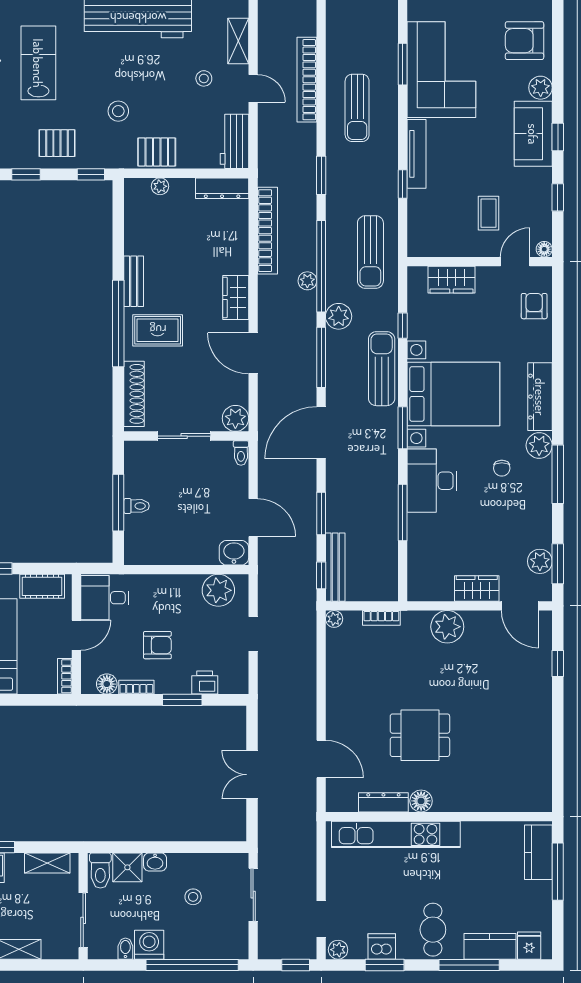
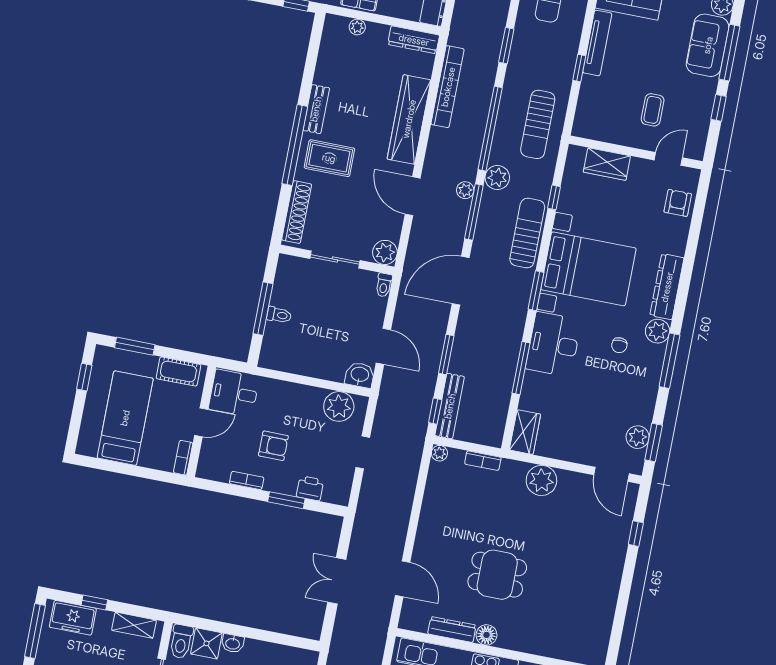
window: (558, 137) -> (729, 53), width x2.17
floor lamp: (544, 249) -> (697, 153), removed
plant: (307, 281) -> (465, 190), moved
wardrobe: (236, 297) -> (409, 119), width x2.10, depth x1.17
wardrobe: (477, 588) -> (525, 432), moved, turned 90
floor lamp: (107, 684) -> (220, 472), removed

